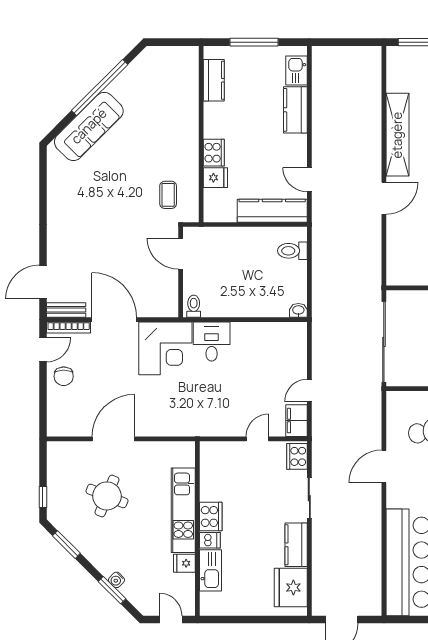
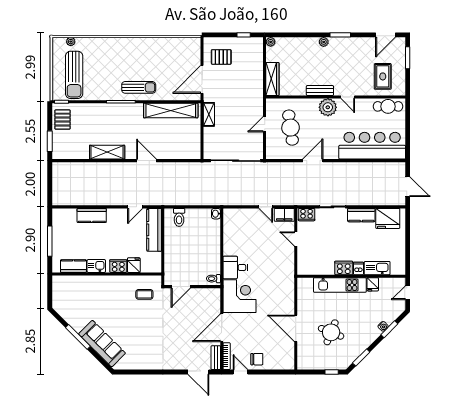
kitchen sink: (297, 70) -> (96, 266), moved, turned 180
window: (100, 88) -> (78, 337), width x0.68
shelving: (397, 135) -> (107, 152), width x0.68
door: (384, 466) -> (313, 161), swing flipped

